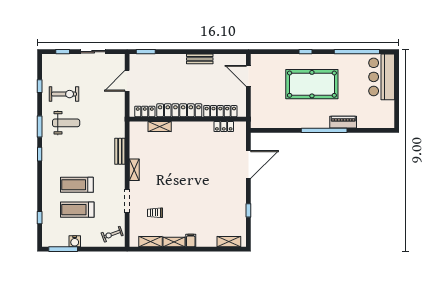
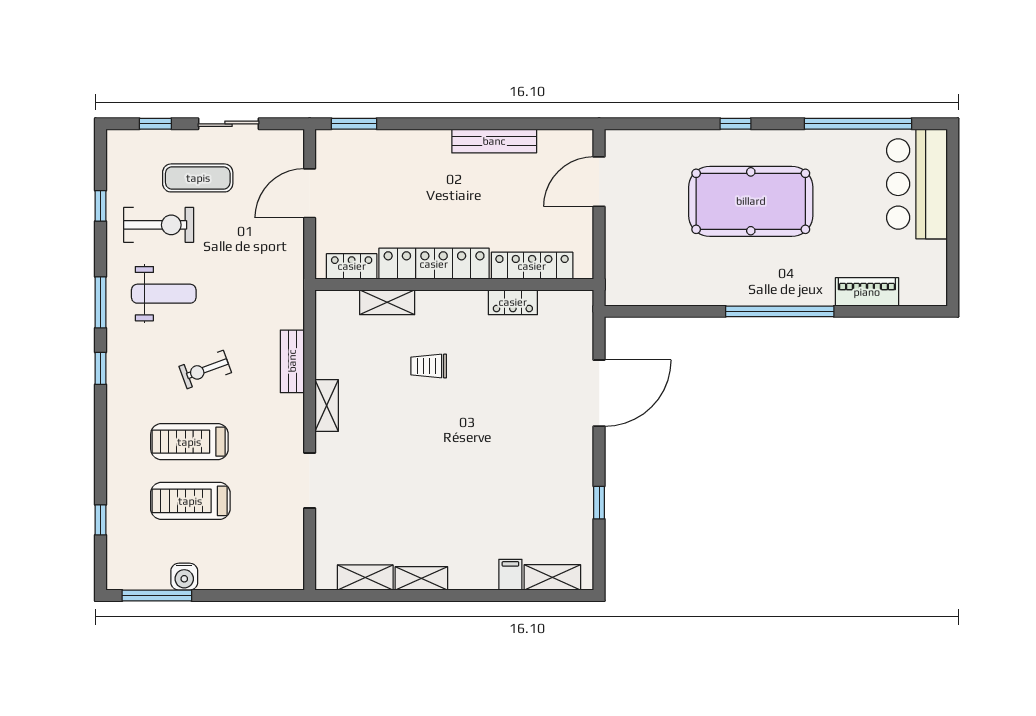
bench: (200, 59) -> (494, 141), width x1.36
exercise mat: (80, 74) -> (198, 178), added
door: (248, 76) -> (599, 182), hinge flipped
piano: (343, 122) -> (867, 292), moved
locker: (224, 126) -> (513, 302), moved
trolley: (155, 213) -> (429, 366), moved
exercise bike: (112, 234) -> (205, 370), moved
filing cabinet: (191, 241) -> (510, 575), moved

